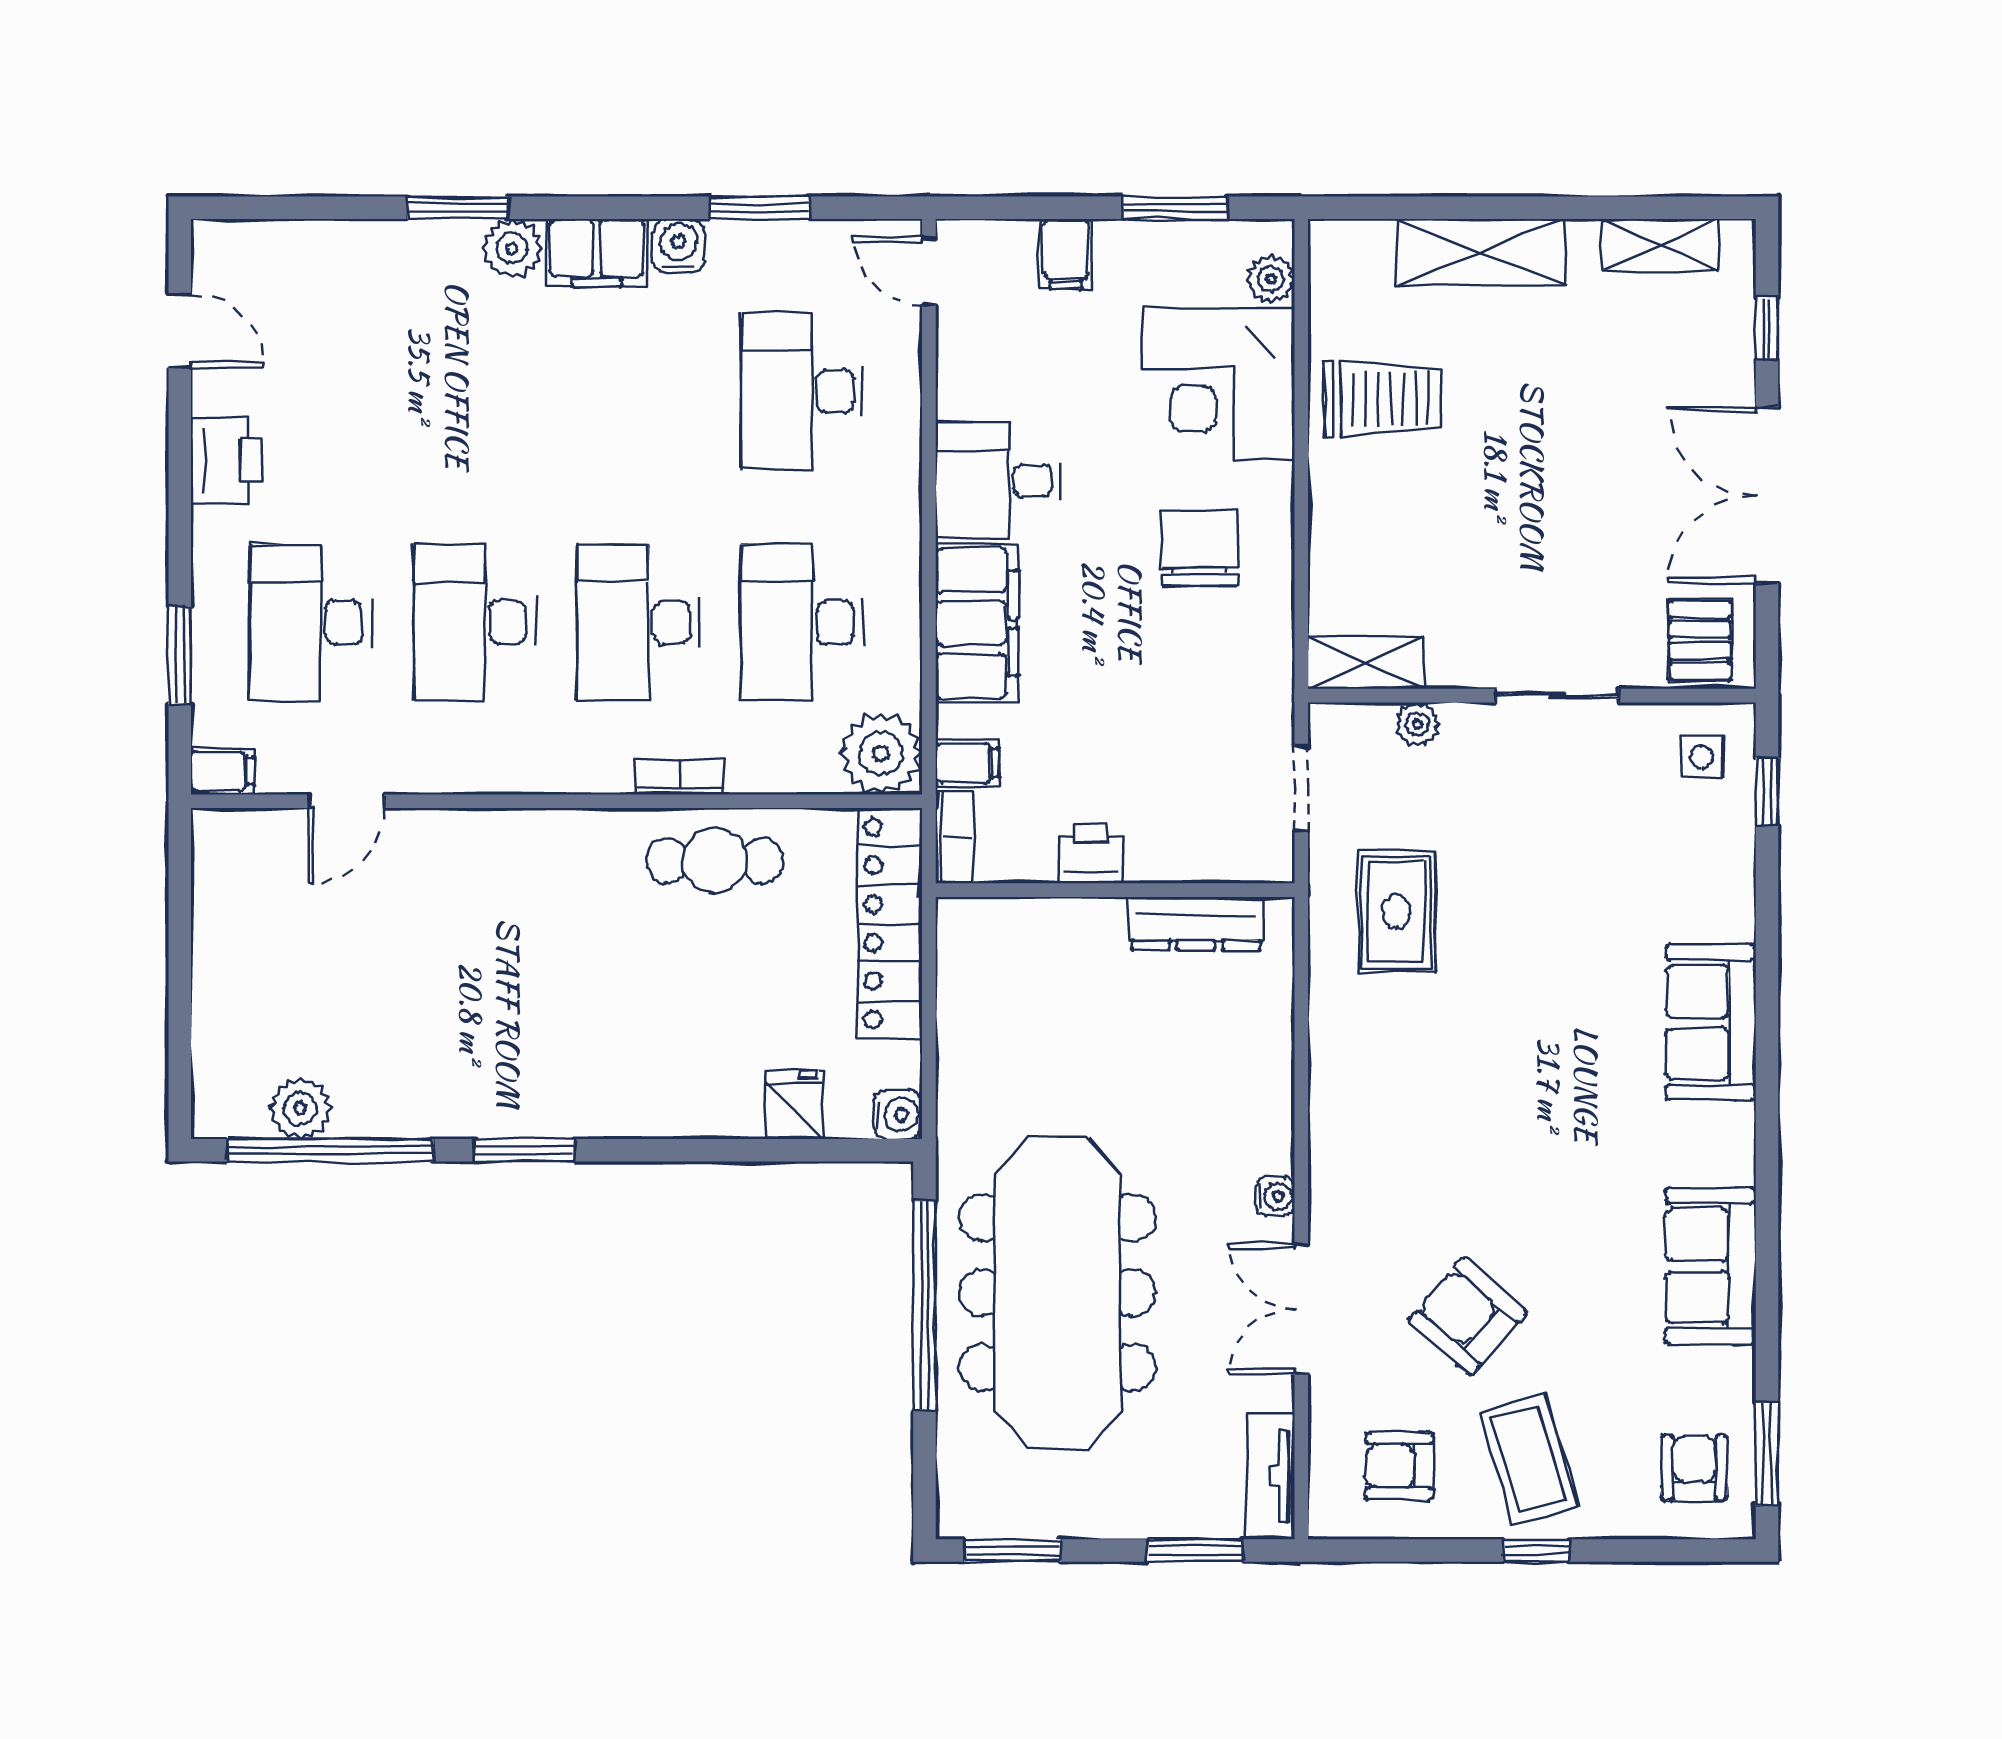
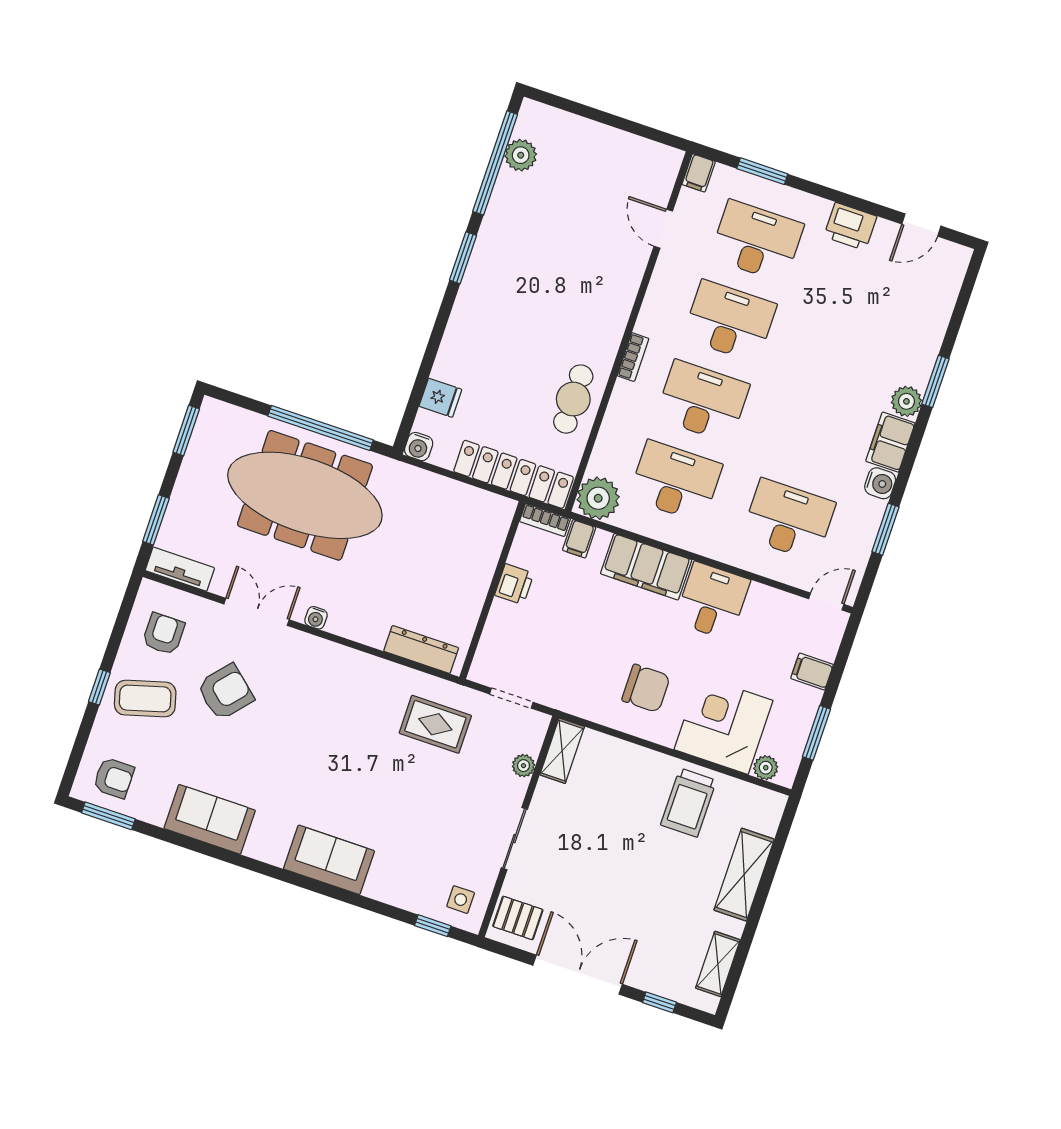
bookcase: (679, 777) -> (633, 357), moved
dresser: (1196, 923) -> (421, 650), moved, turned 90

